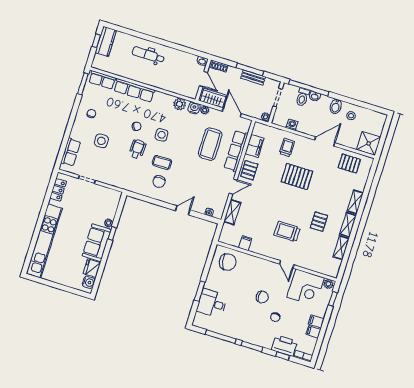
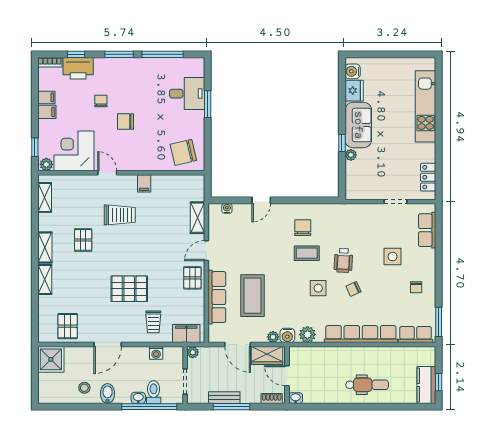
row of seats: (134, 90) -> (361, 334), width x1.36
filing cabinet: (254, 146) -> (186, 334), moved, turned 90
pallet: (349, 164) -> (68, 326), turned 90
kitchen unit: (44, 241) -> (426, 106), width x0.73
filing cabinet: (245, 243) -> (144, 183), moved
shelving: (341, 248) -> (45, 197), moved

